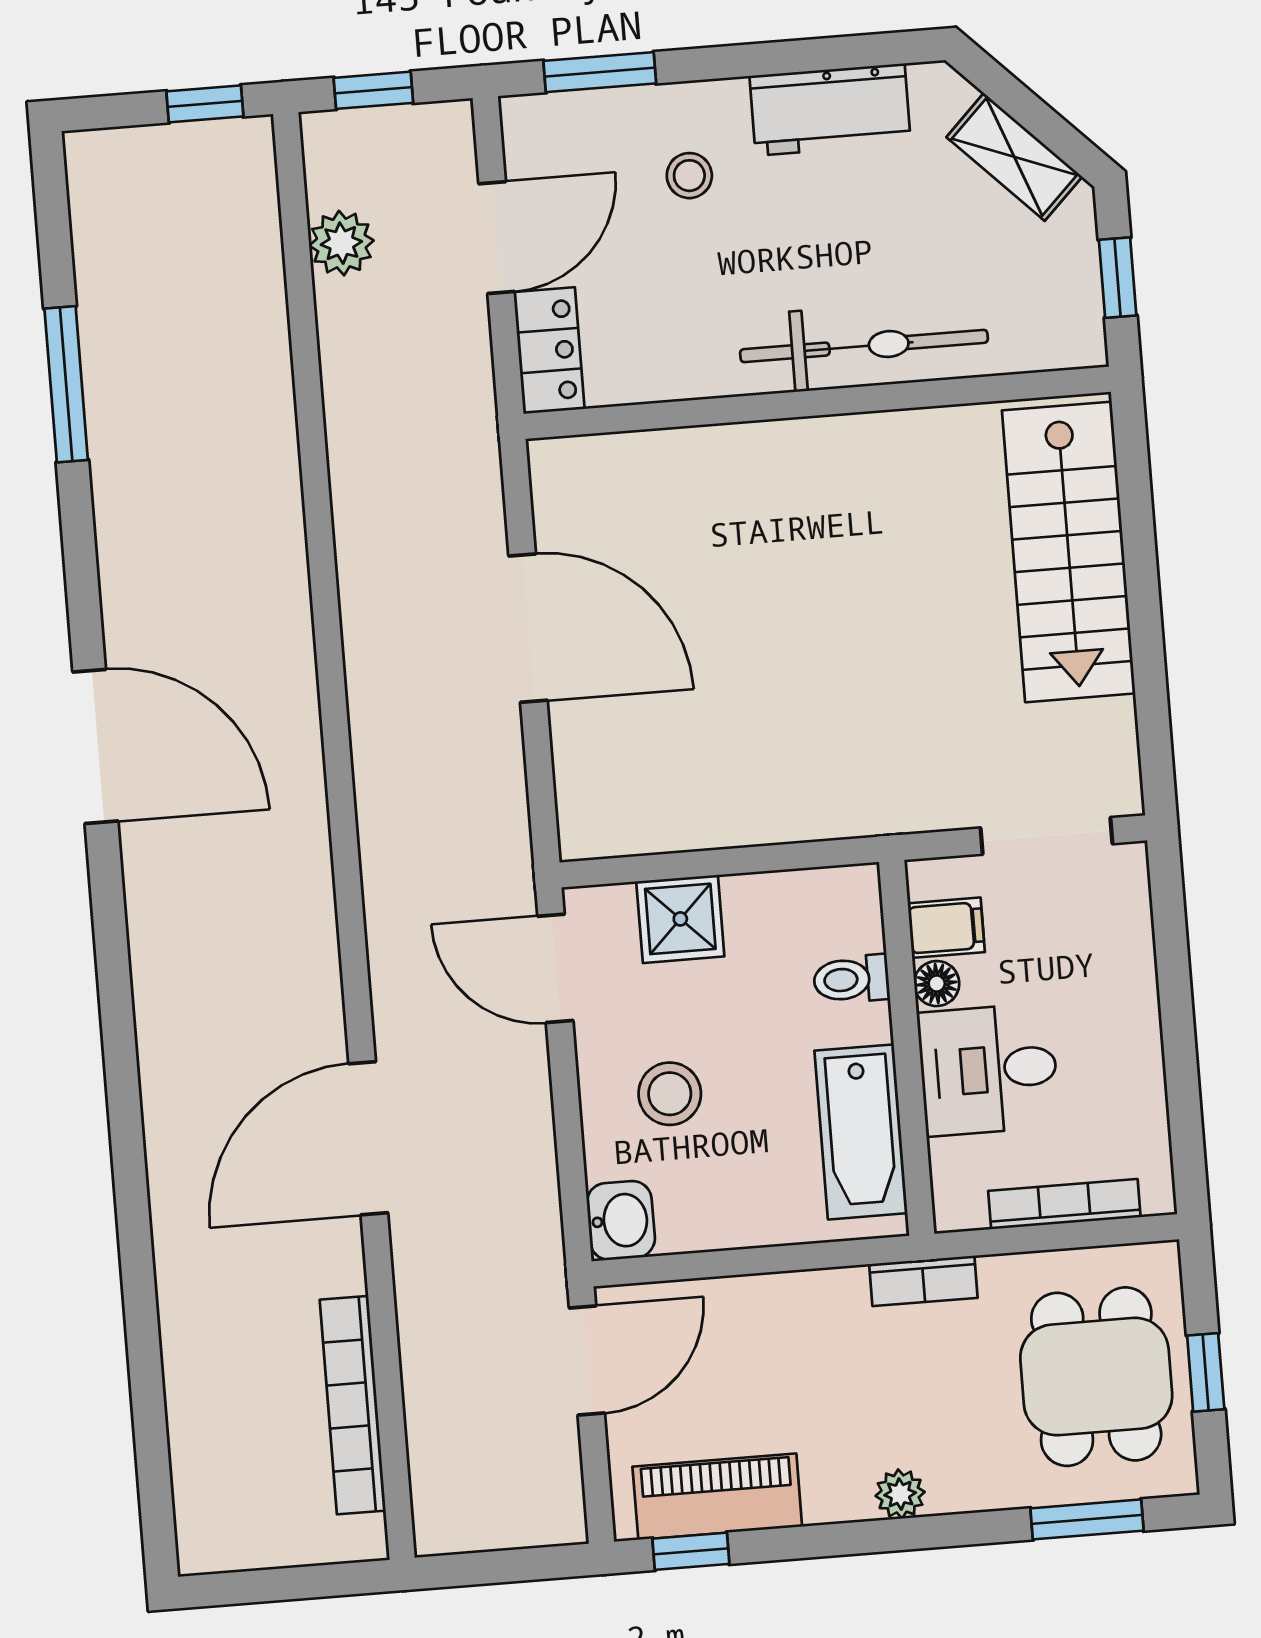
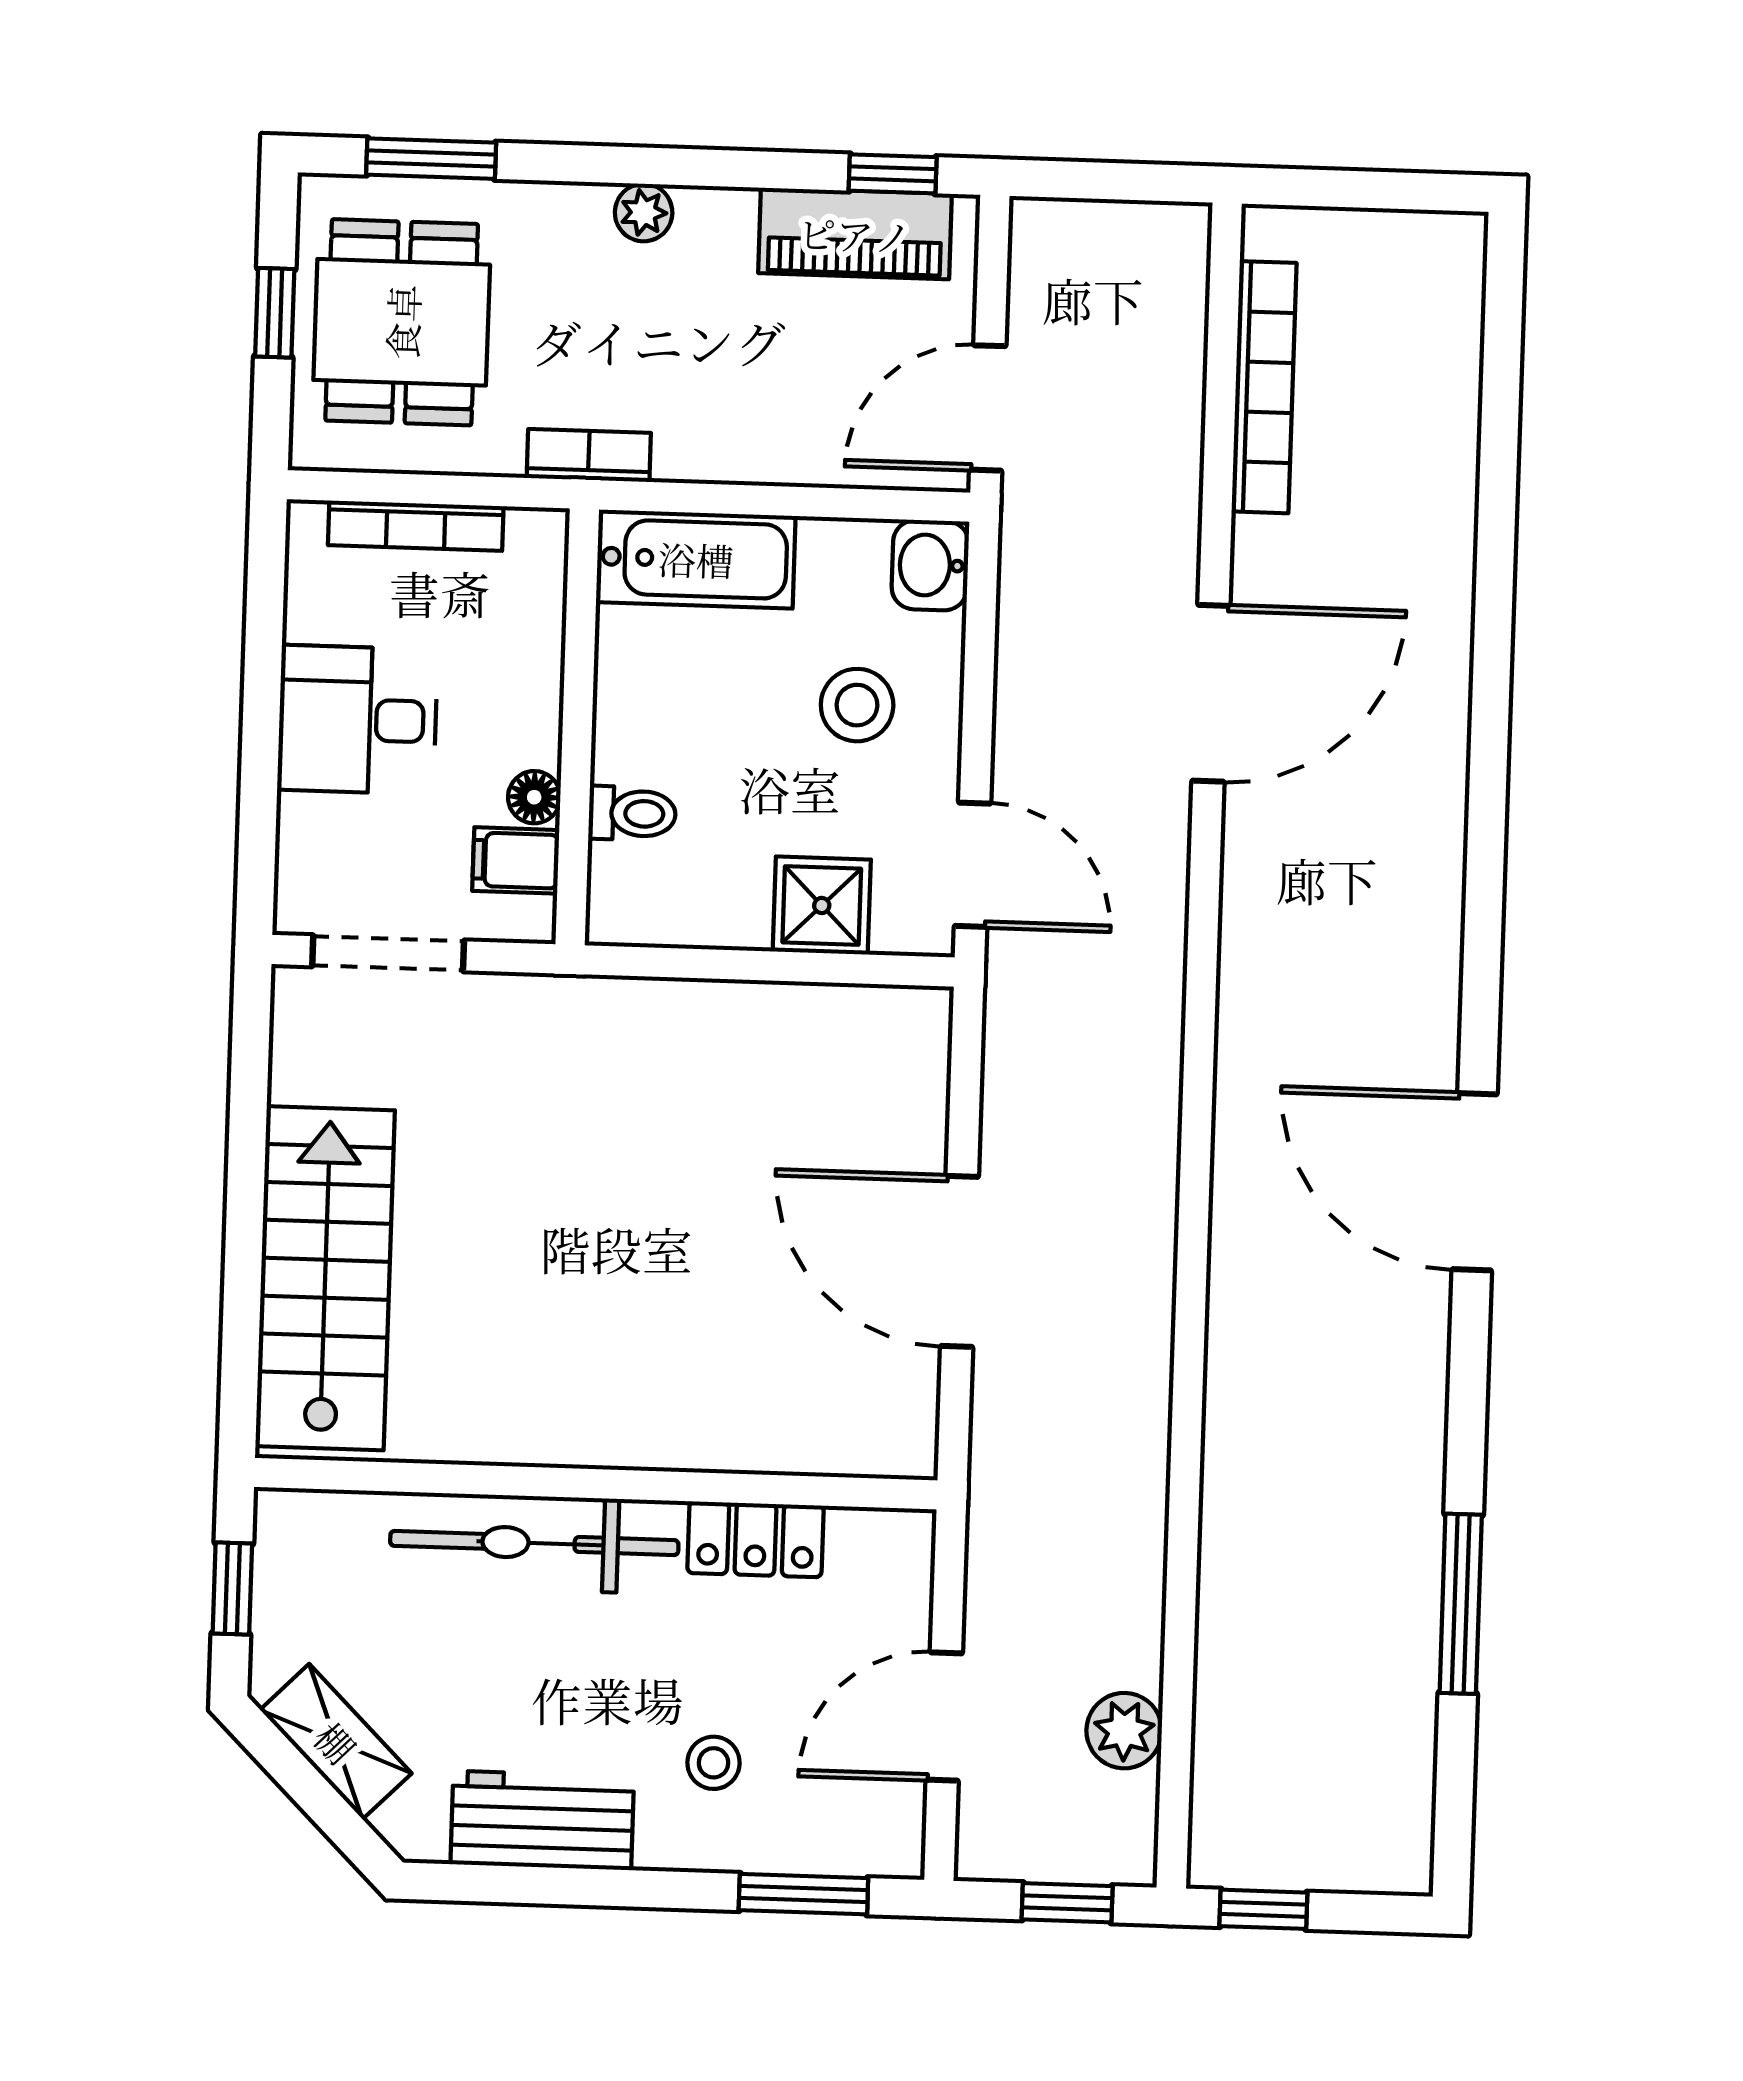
locker: (549, 351) -> (755, 1539), moved, turned -90
desk: (988, 1070) -> (358, 720), moved, turned 180
bathtub: (861, 1132) -> (696, 559), moved, turned 90

